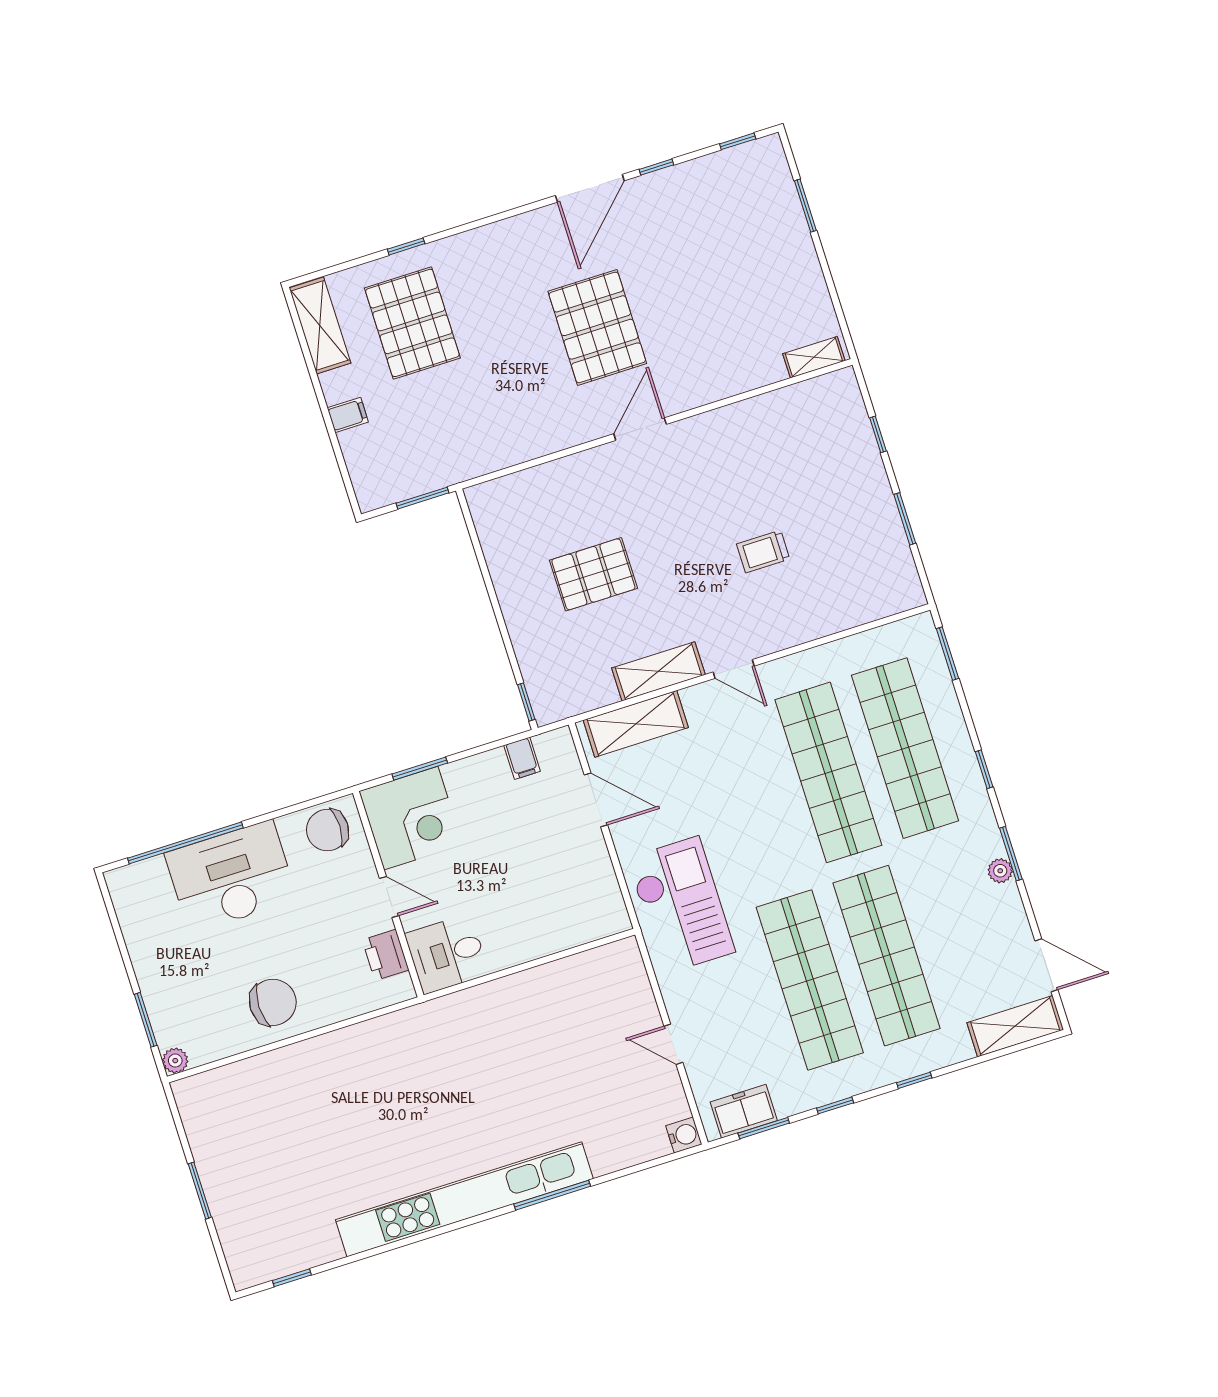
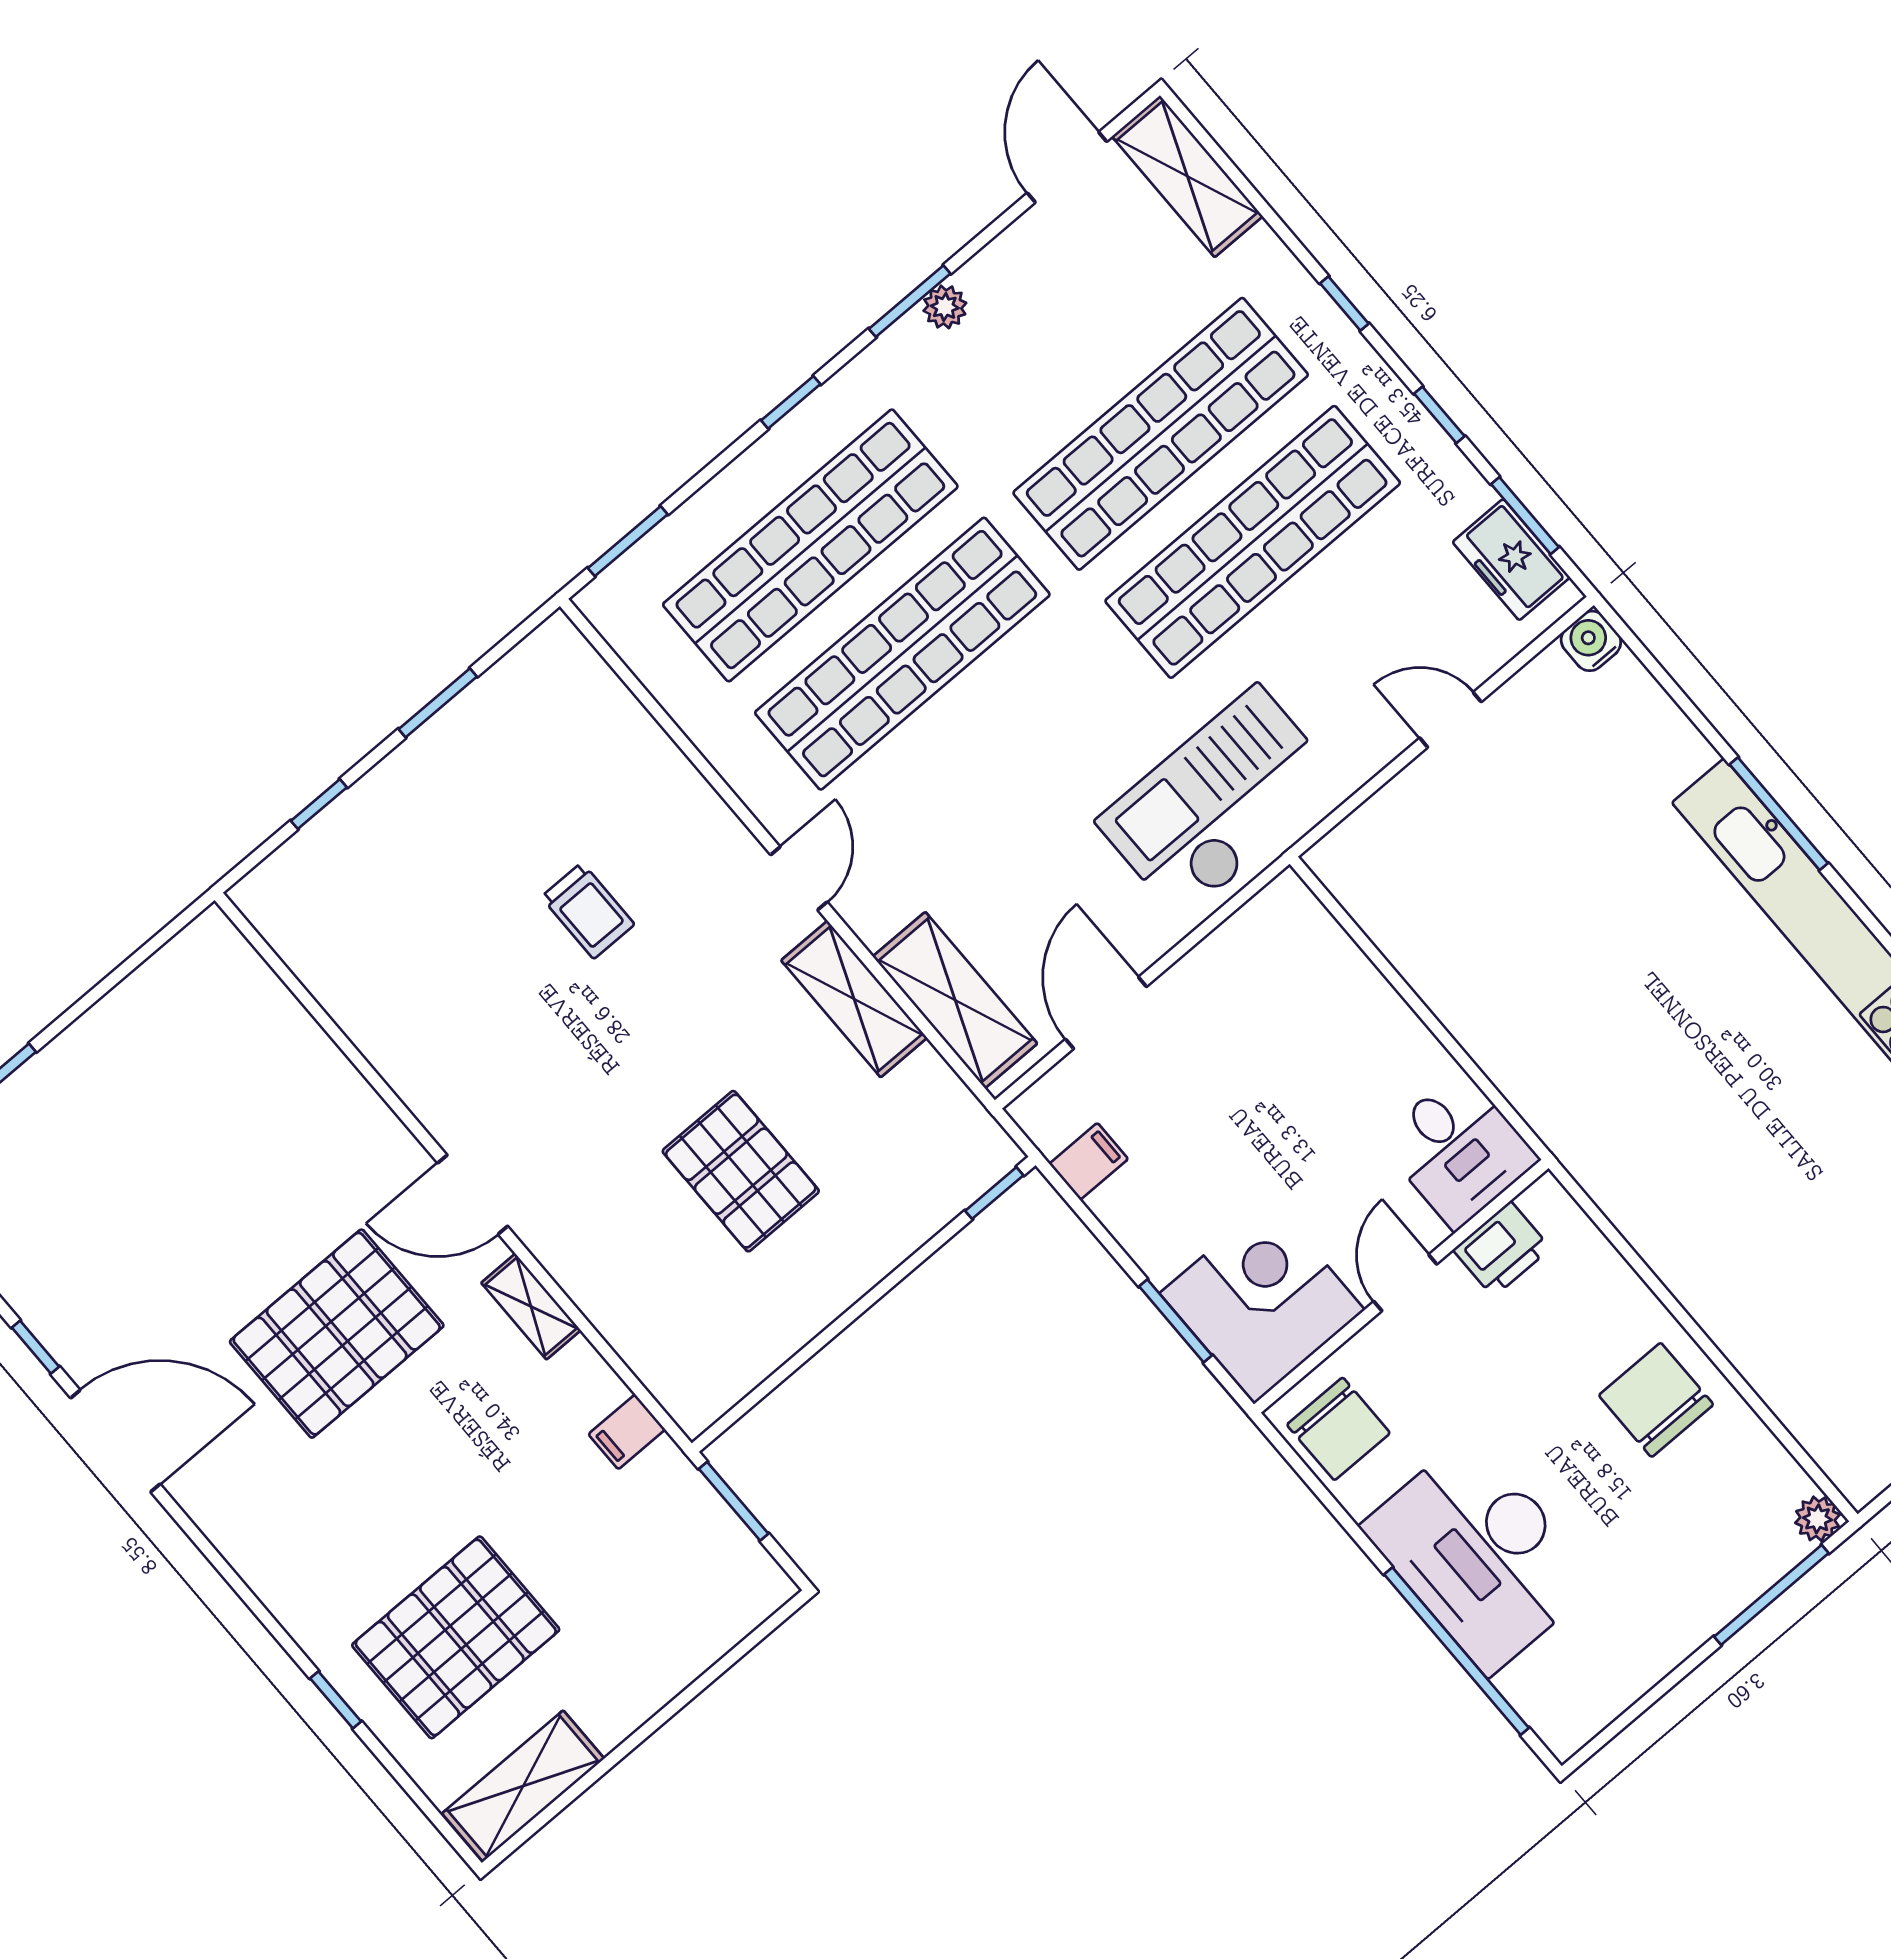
shelving: (814, 357) -> (531, 1306), moved
filing cabinet: (348, 415) -> (627, 1432), moved, turned -90
window: (146, 1020) -> (1771, 1595), width x1.44
door: (673, 1044) -> (1450, 720), swing flipped

